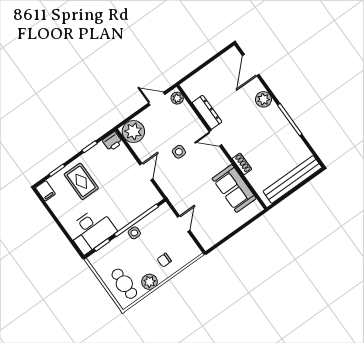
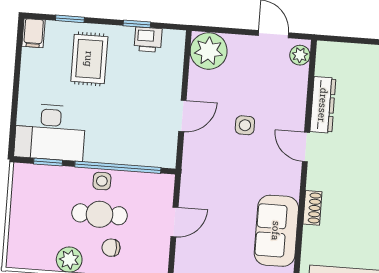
printer: (112, 141) -> (148, 40), moved
cafe table: (124, 284) -> (100, 214), moved, turned 90

